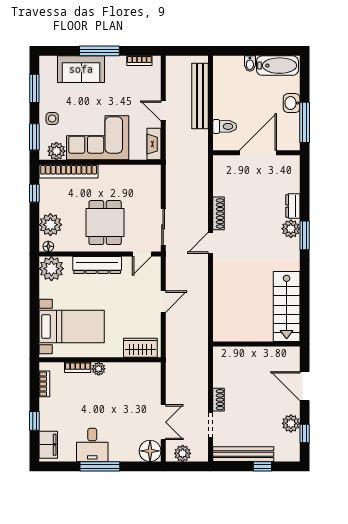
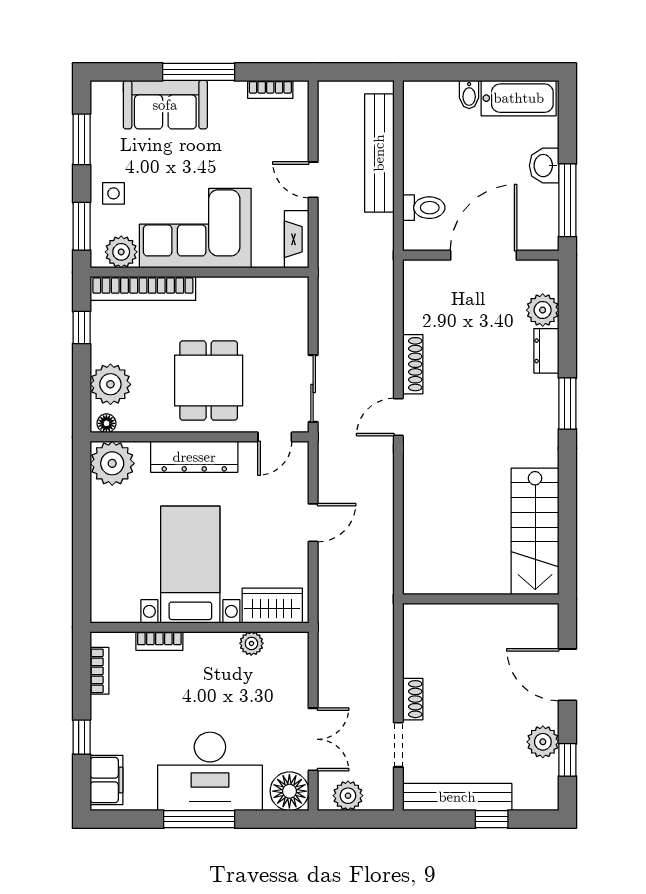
plant: (291, 229) -> (543, 310), moved
bed with nightstands: (72, 326) -> (190, 565), moved, turned -90
plant: (99, 369) -> (251, 643), moved
desk: (92, 445) -> (210, 771), width x1.87, depth x1.30

